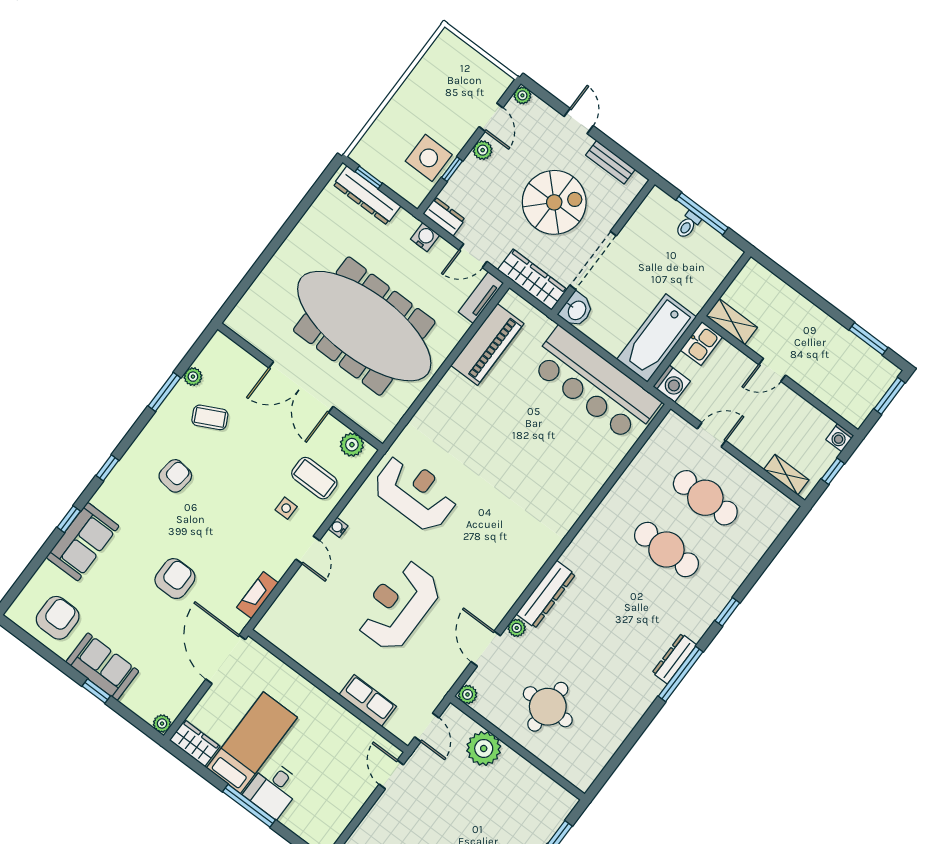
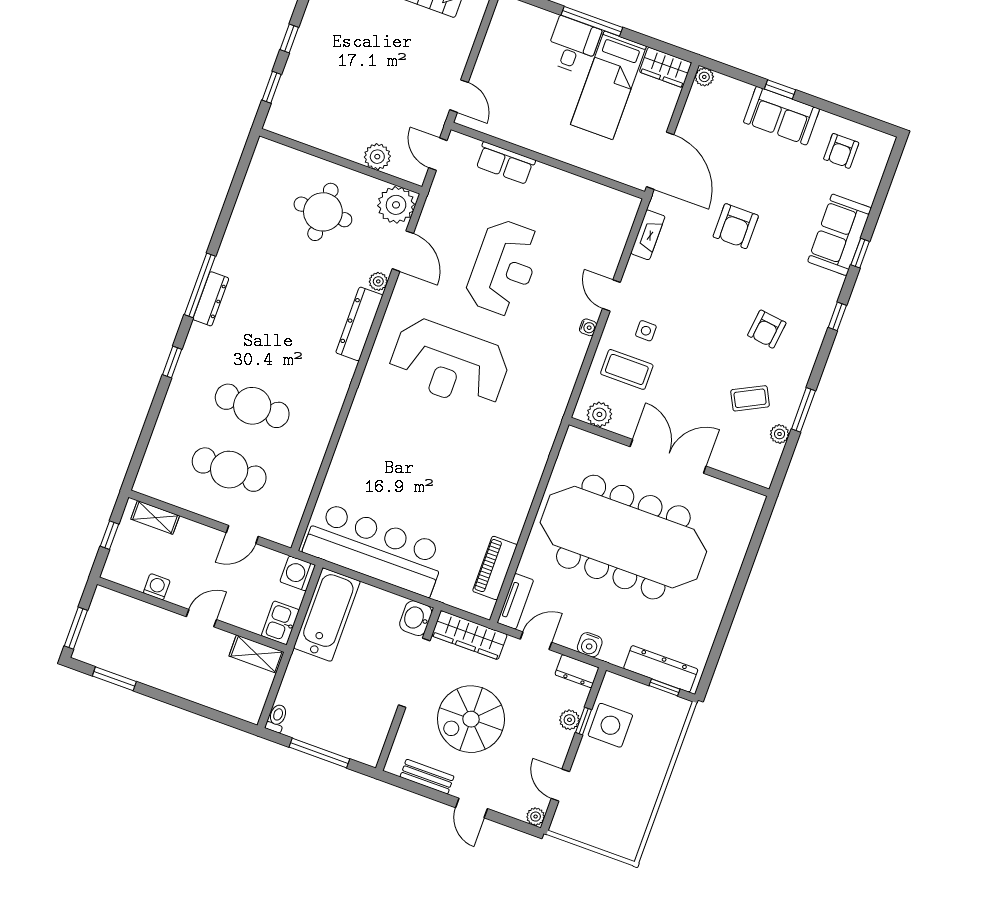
plant: (483, 150) -> (569, 720), moved
toilet: (688, 225) -> (277, 718), moved
piano: (487, 344) -> (495, 568), width x0.73, depth x0.75
washing machine: (840, 438) -> (157, 587), moved
reception desk: (415, 493) -> (449, 364), moved, width x1.36, depth x1.30
armchair: (58, 618) -> (841, 151), width x0.72, depth x0.72
plant: (468, 694) -> (396, 205), width x1.88, depth x1.88
plant: (484, 748) -> (377, 157), width x0.73, depth x0.73

